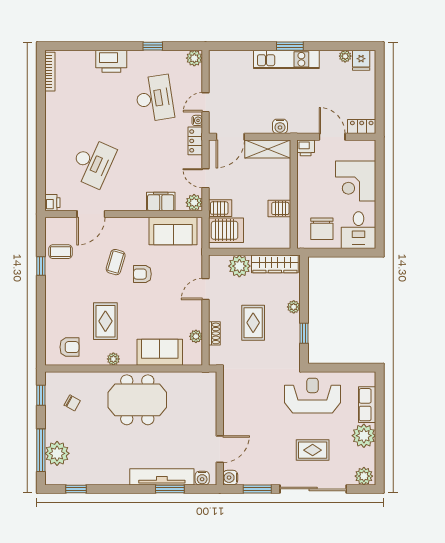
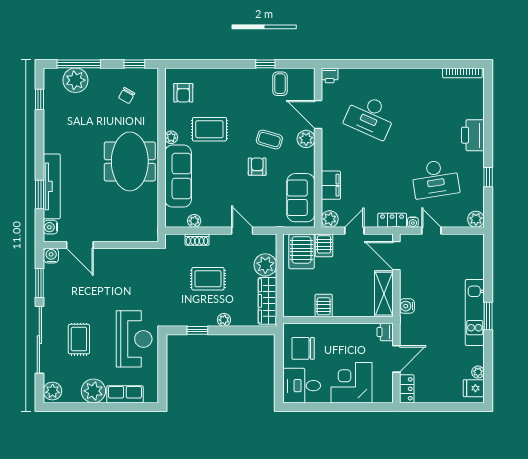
plant: (115, 226) -> (306, 139), added
sofa: (160, 352) -> (178, 176), width x1.36

